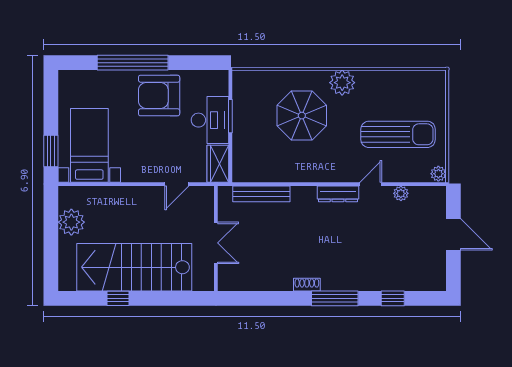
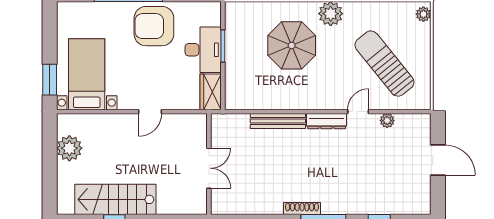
sun lounger: (398, 134) -> (384, 64), turned -129
plant: (438, 174) -> (423, 14), moved
door: (177, 184) -> (150, 112), moved
bench: (261, 194) -> (278, 121), moved
stairs: (134, 267) -> (115, 199), width x0.73, depth x0.66
shoe rack: (307, 285) -> (302, 209), width x1.43

